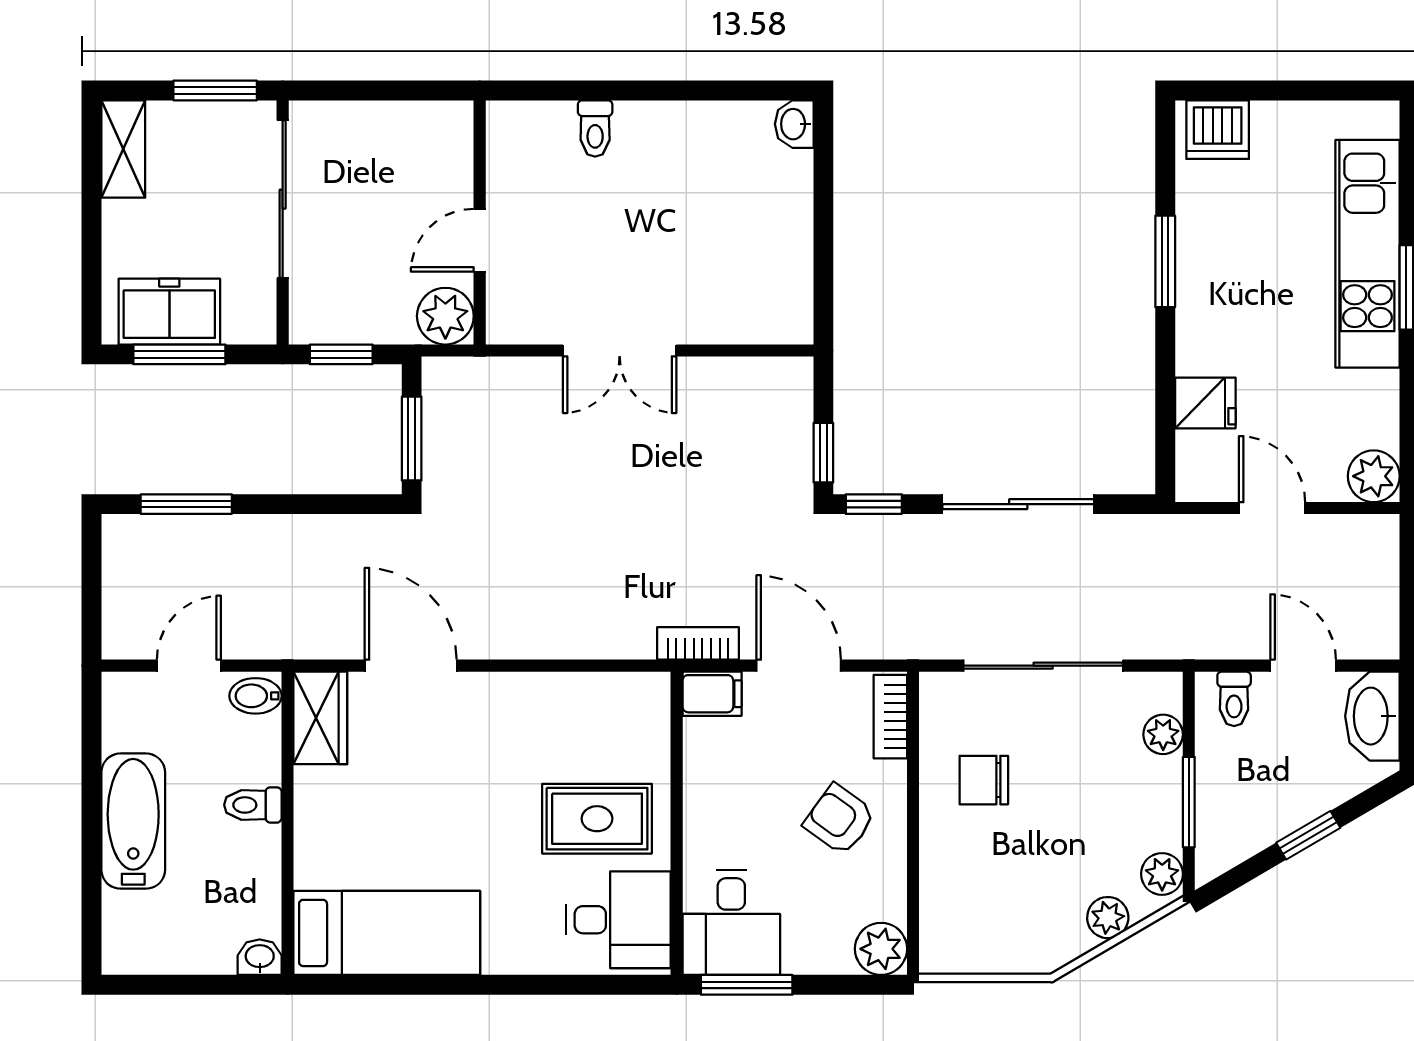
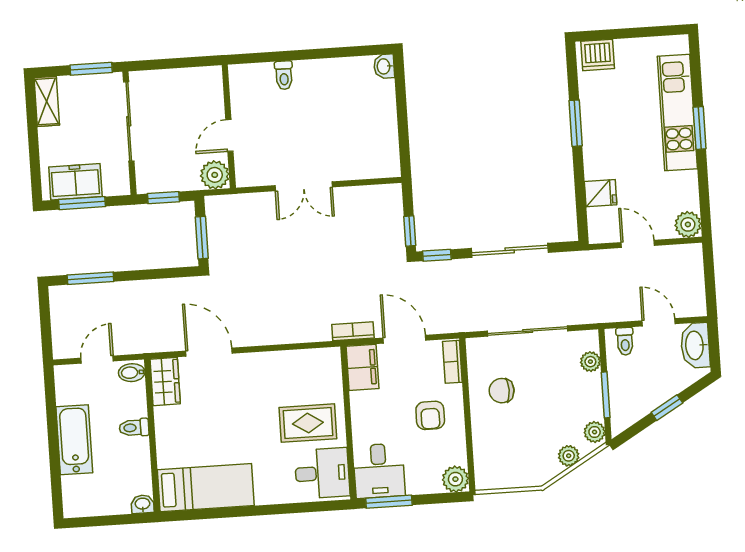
filing cabinet: (712, 694) -> (362, 367), width x2.00
armchair: (840, 819) -> (430, 415), turned -126

